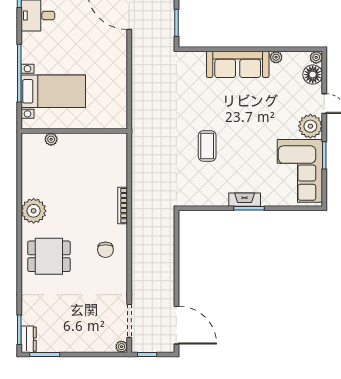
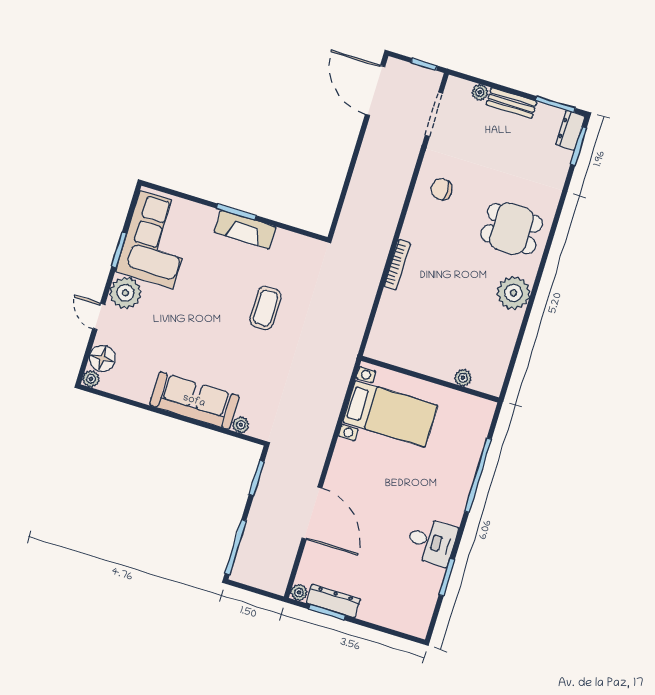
plant: (276, 57) -> (241, 425), moved
bed with nightstands: (53, 91) -> (390, 414), moved, turned 180
fireplace: (245, 200) -> (245, 230), width x1.37, depth x1.32
chair: (105, 250) -> (441, 189), moved, turned -90
bench: (76, 346) -> (511, 103), added
plant: (121, 347) -> (480, 92), moved

